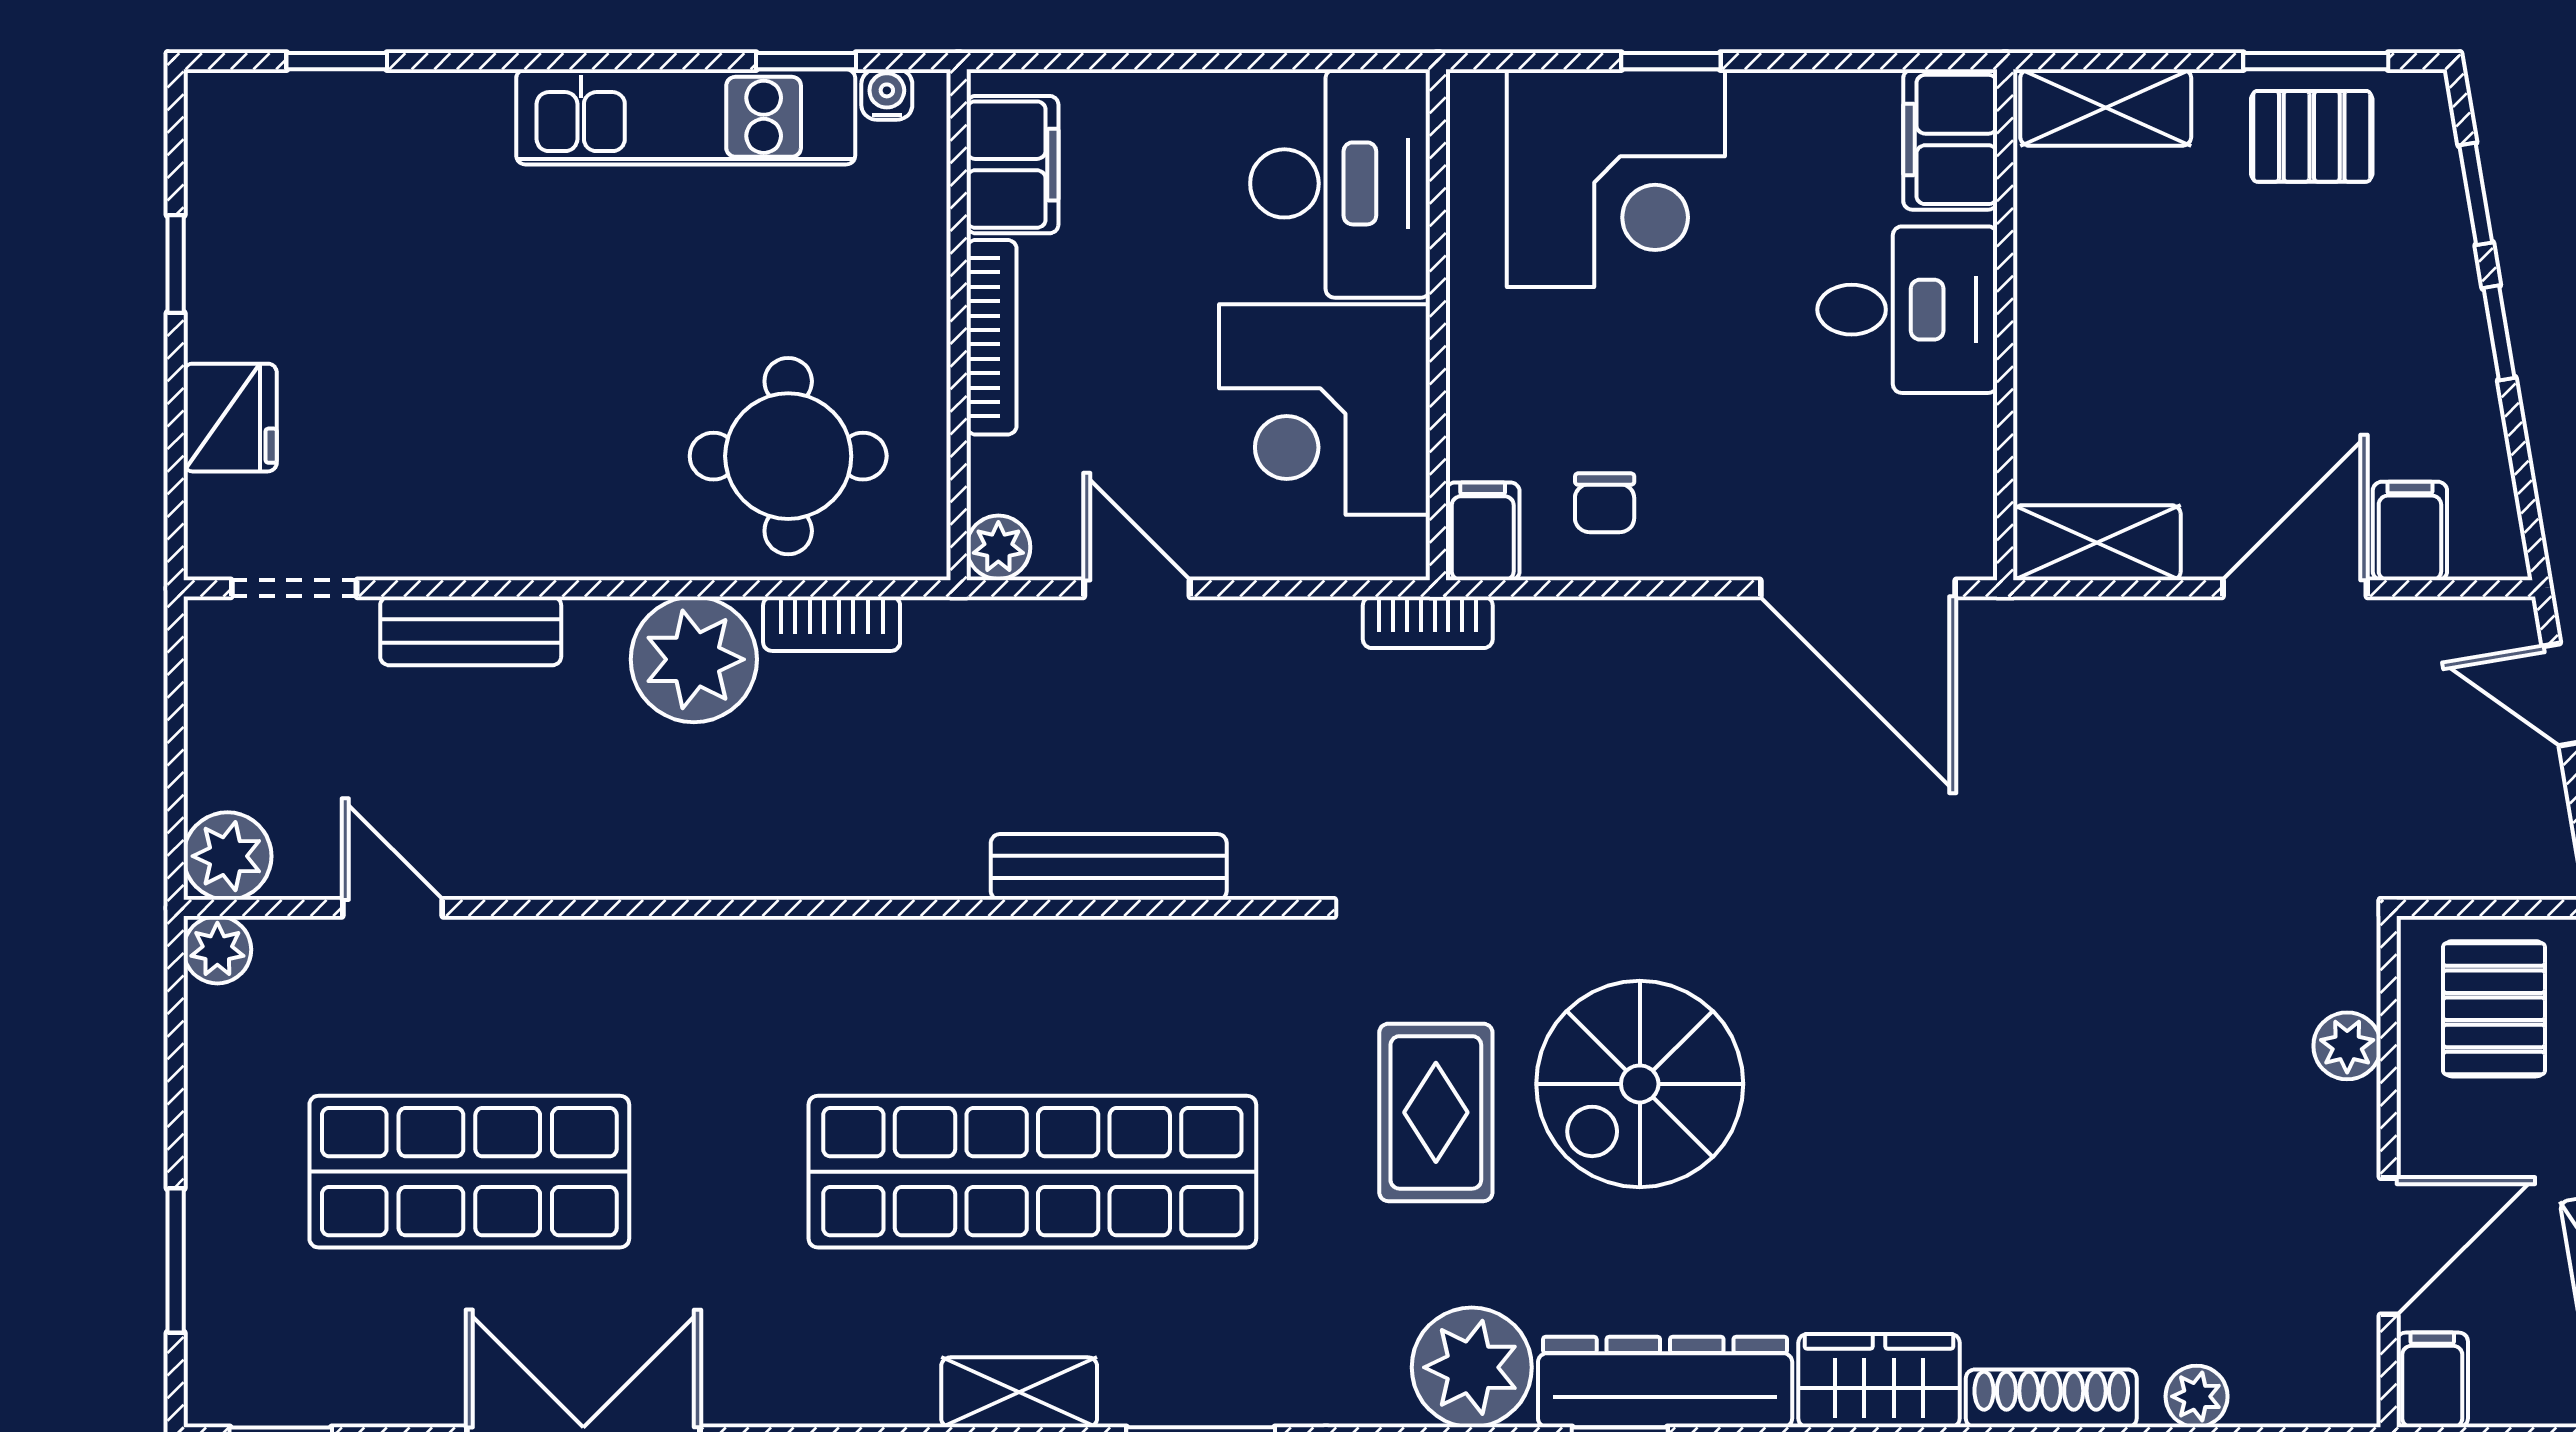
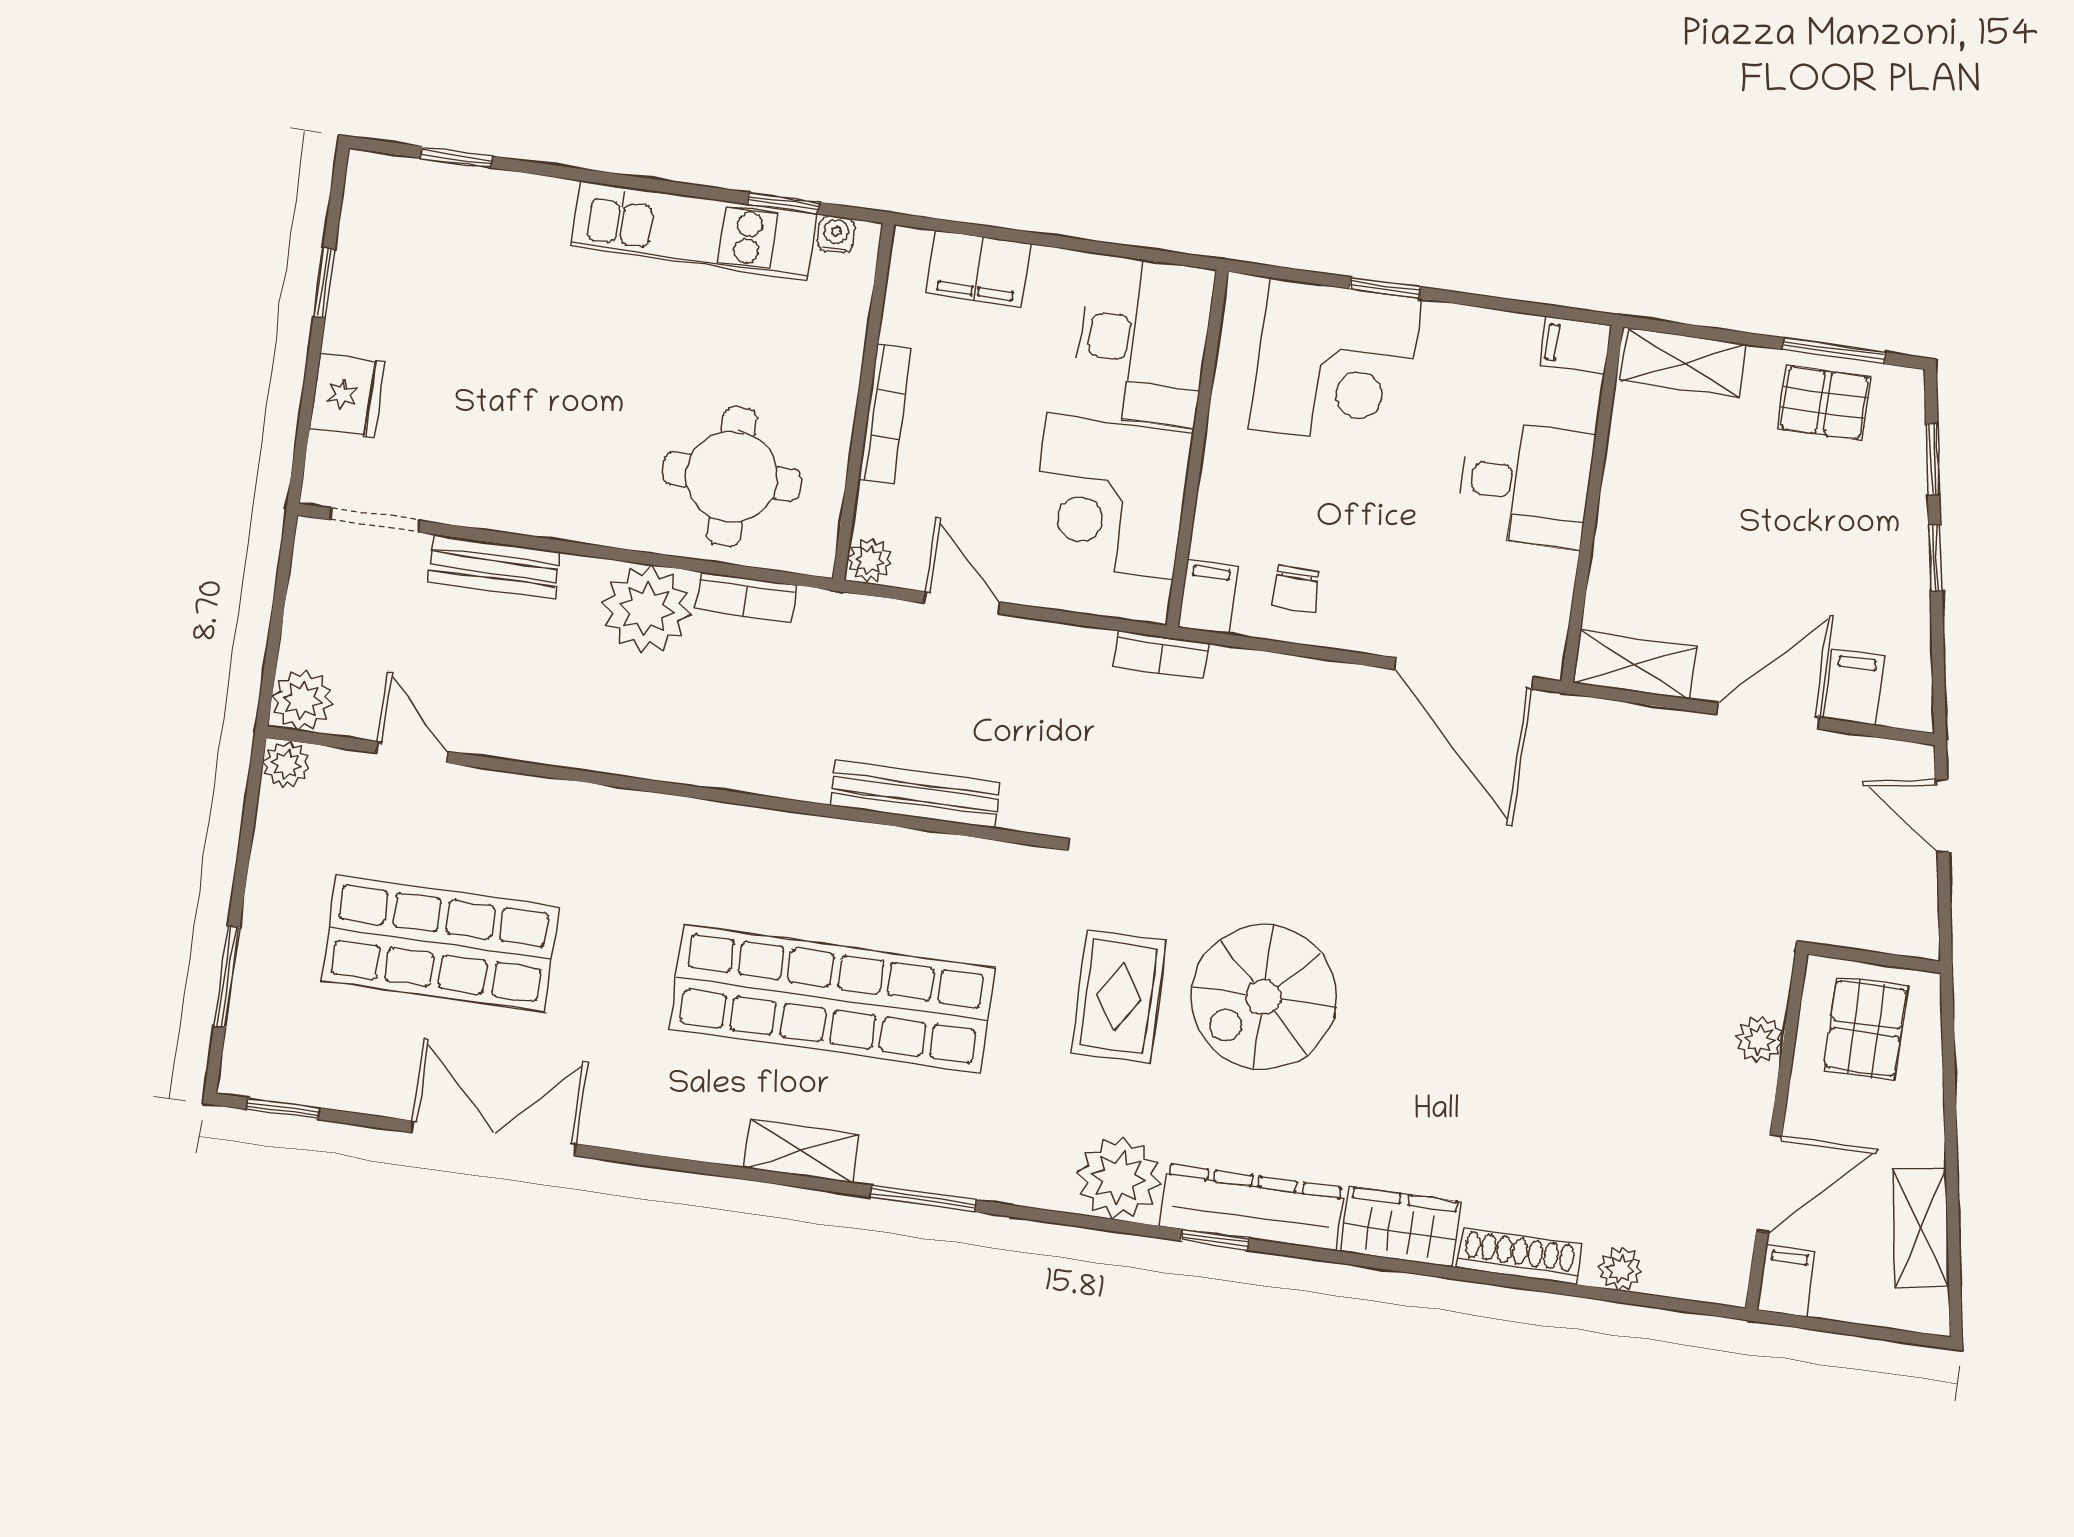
filing cabinet: (1950, 139) -> (1576, 345), width x0.50
filing cabinet: (1012, 165) -> (978, 269), moved, turned 90

